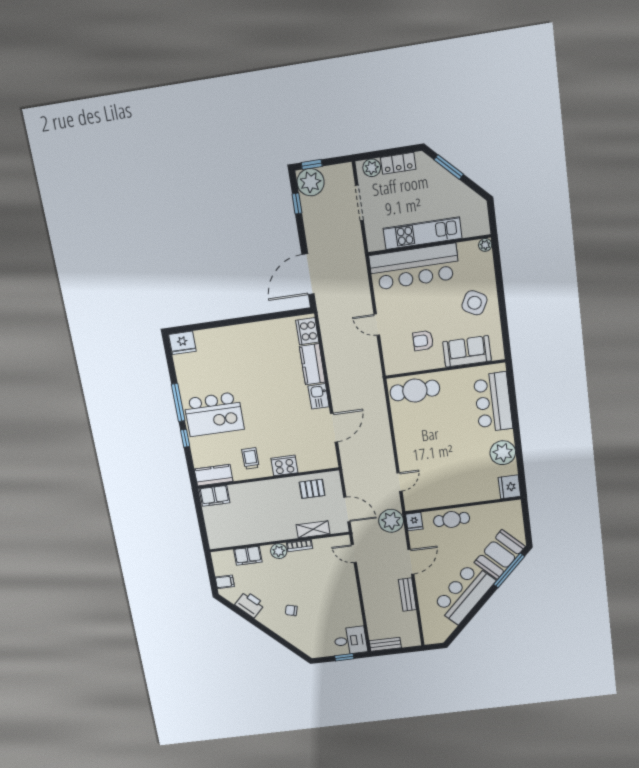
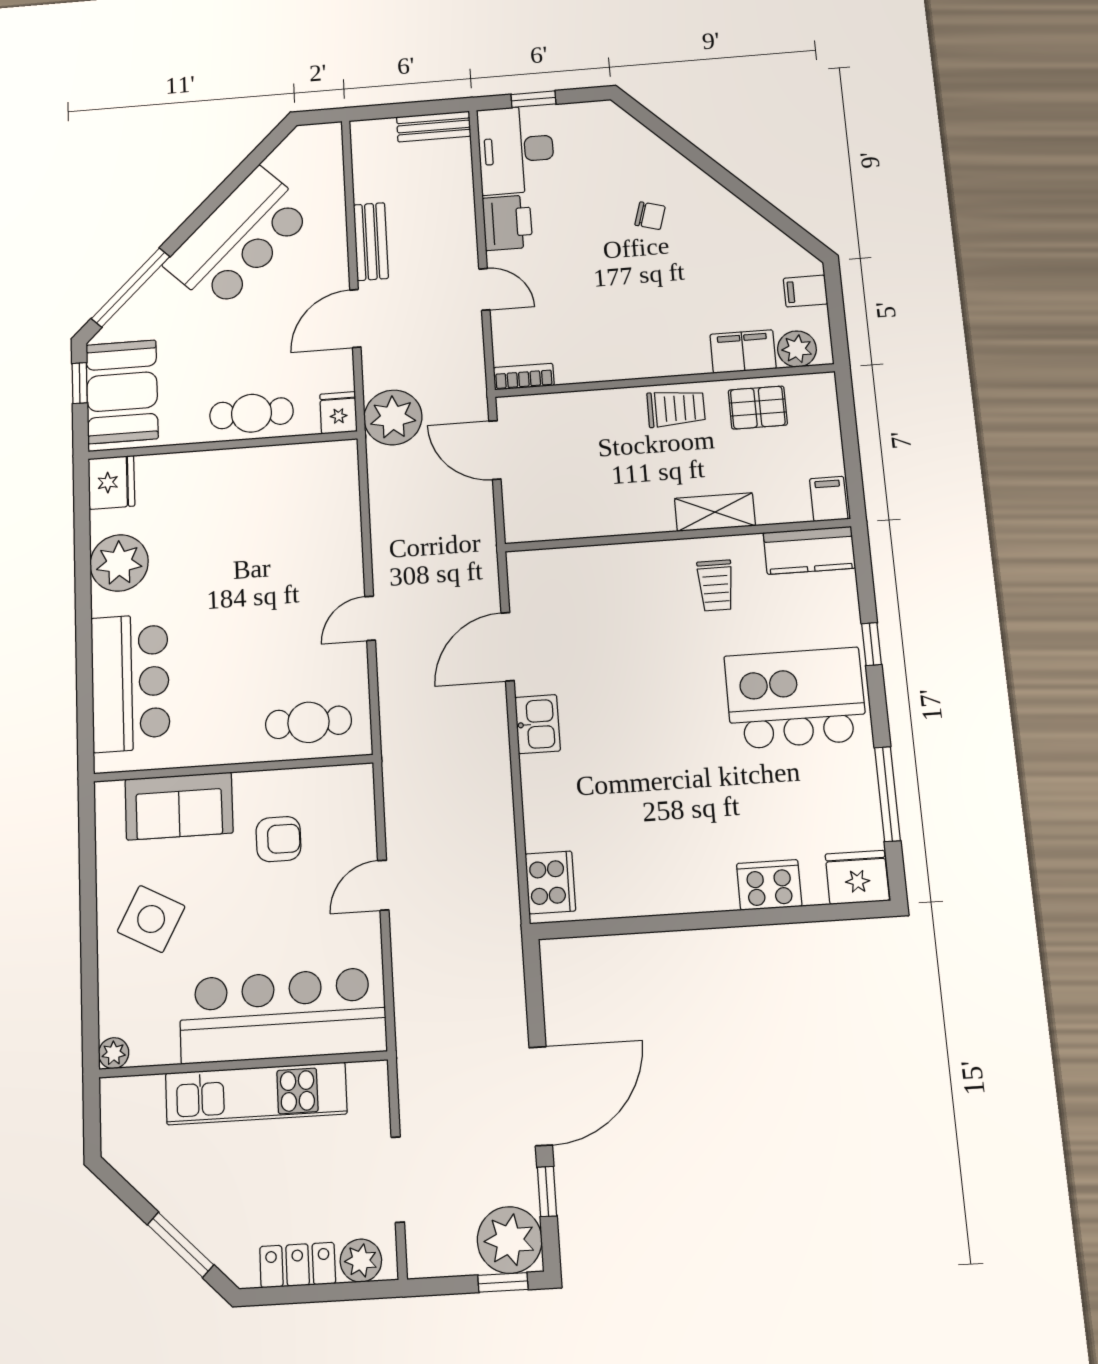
door: (308, 274) -> (541, 1096), moved
door: (377, 325) -> (383, 885), swing flipped
kitchen counter: (312, 364) -> (546, 802), removed
cafe table: (415, 391) -> (309, 722), width x0.73, depth x0.74
window: (178, 402) -> (887, 794), moved
cooker: (284, 465) -> (769, 885), moved, turned 180
door: (399, 482) -> (370, 618), moved
pallet: (312, 489) -> (758, 408), moved
filing cabinet: (215, 496) -> (829, 499), width x0.50
shelving: (313, 529) -> (715, 512), moved
window: (527, 529) -> (80, 383), added
trolley: (273, 531) -> (676, 408), added
bookcase: (300, 546) -> (524, 377), moved
plant: (279, 551) -> (797, 349), moved
door: (354, 554) -> (484, 289), moved
booth: (500, 555) -> (122, 392), moved, turned -45
printer: (250, 604) -> (507, 223), moved, turned -135
desk: (350, 641) -> (516, 150), width x1.37

